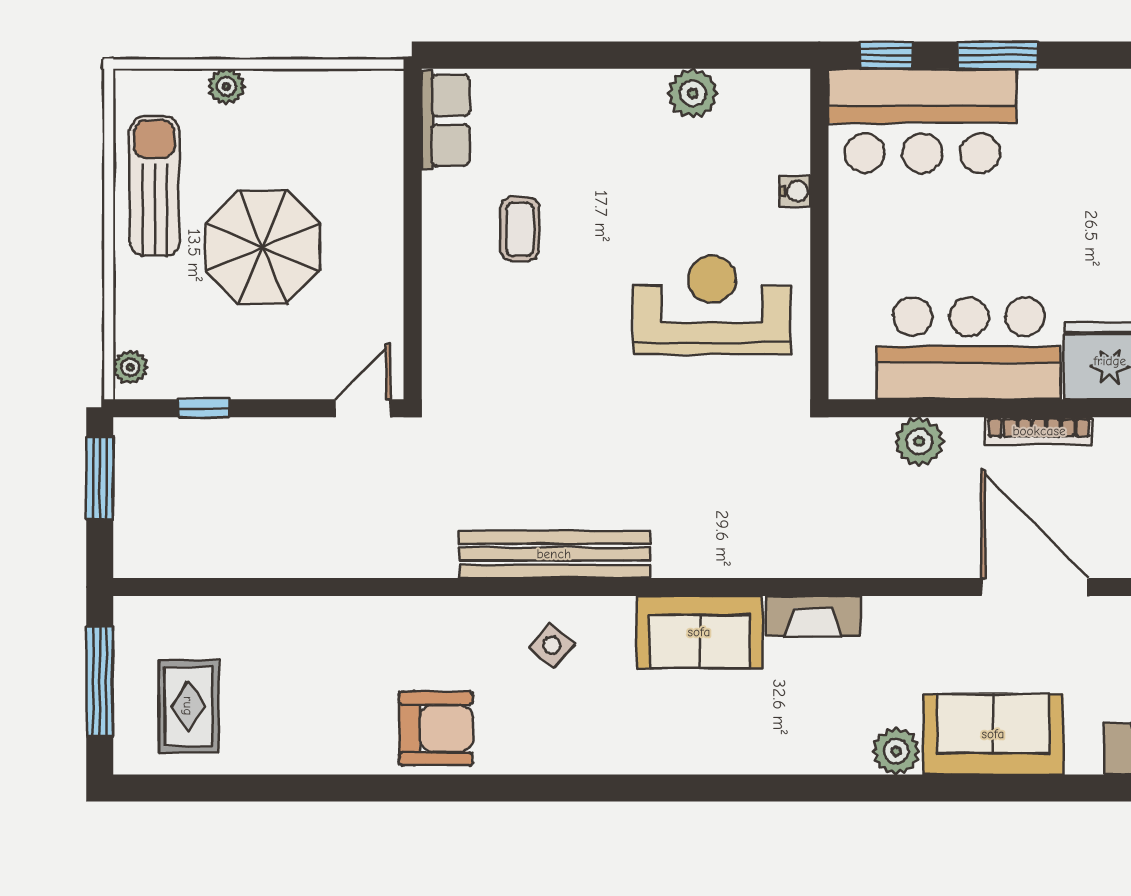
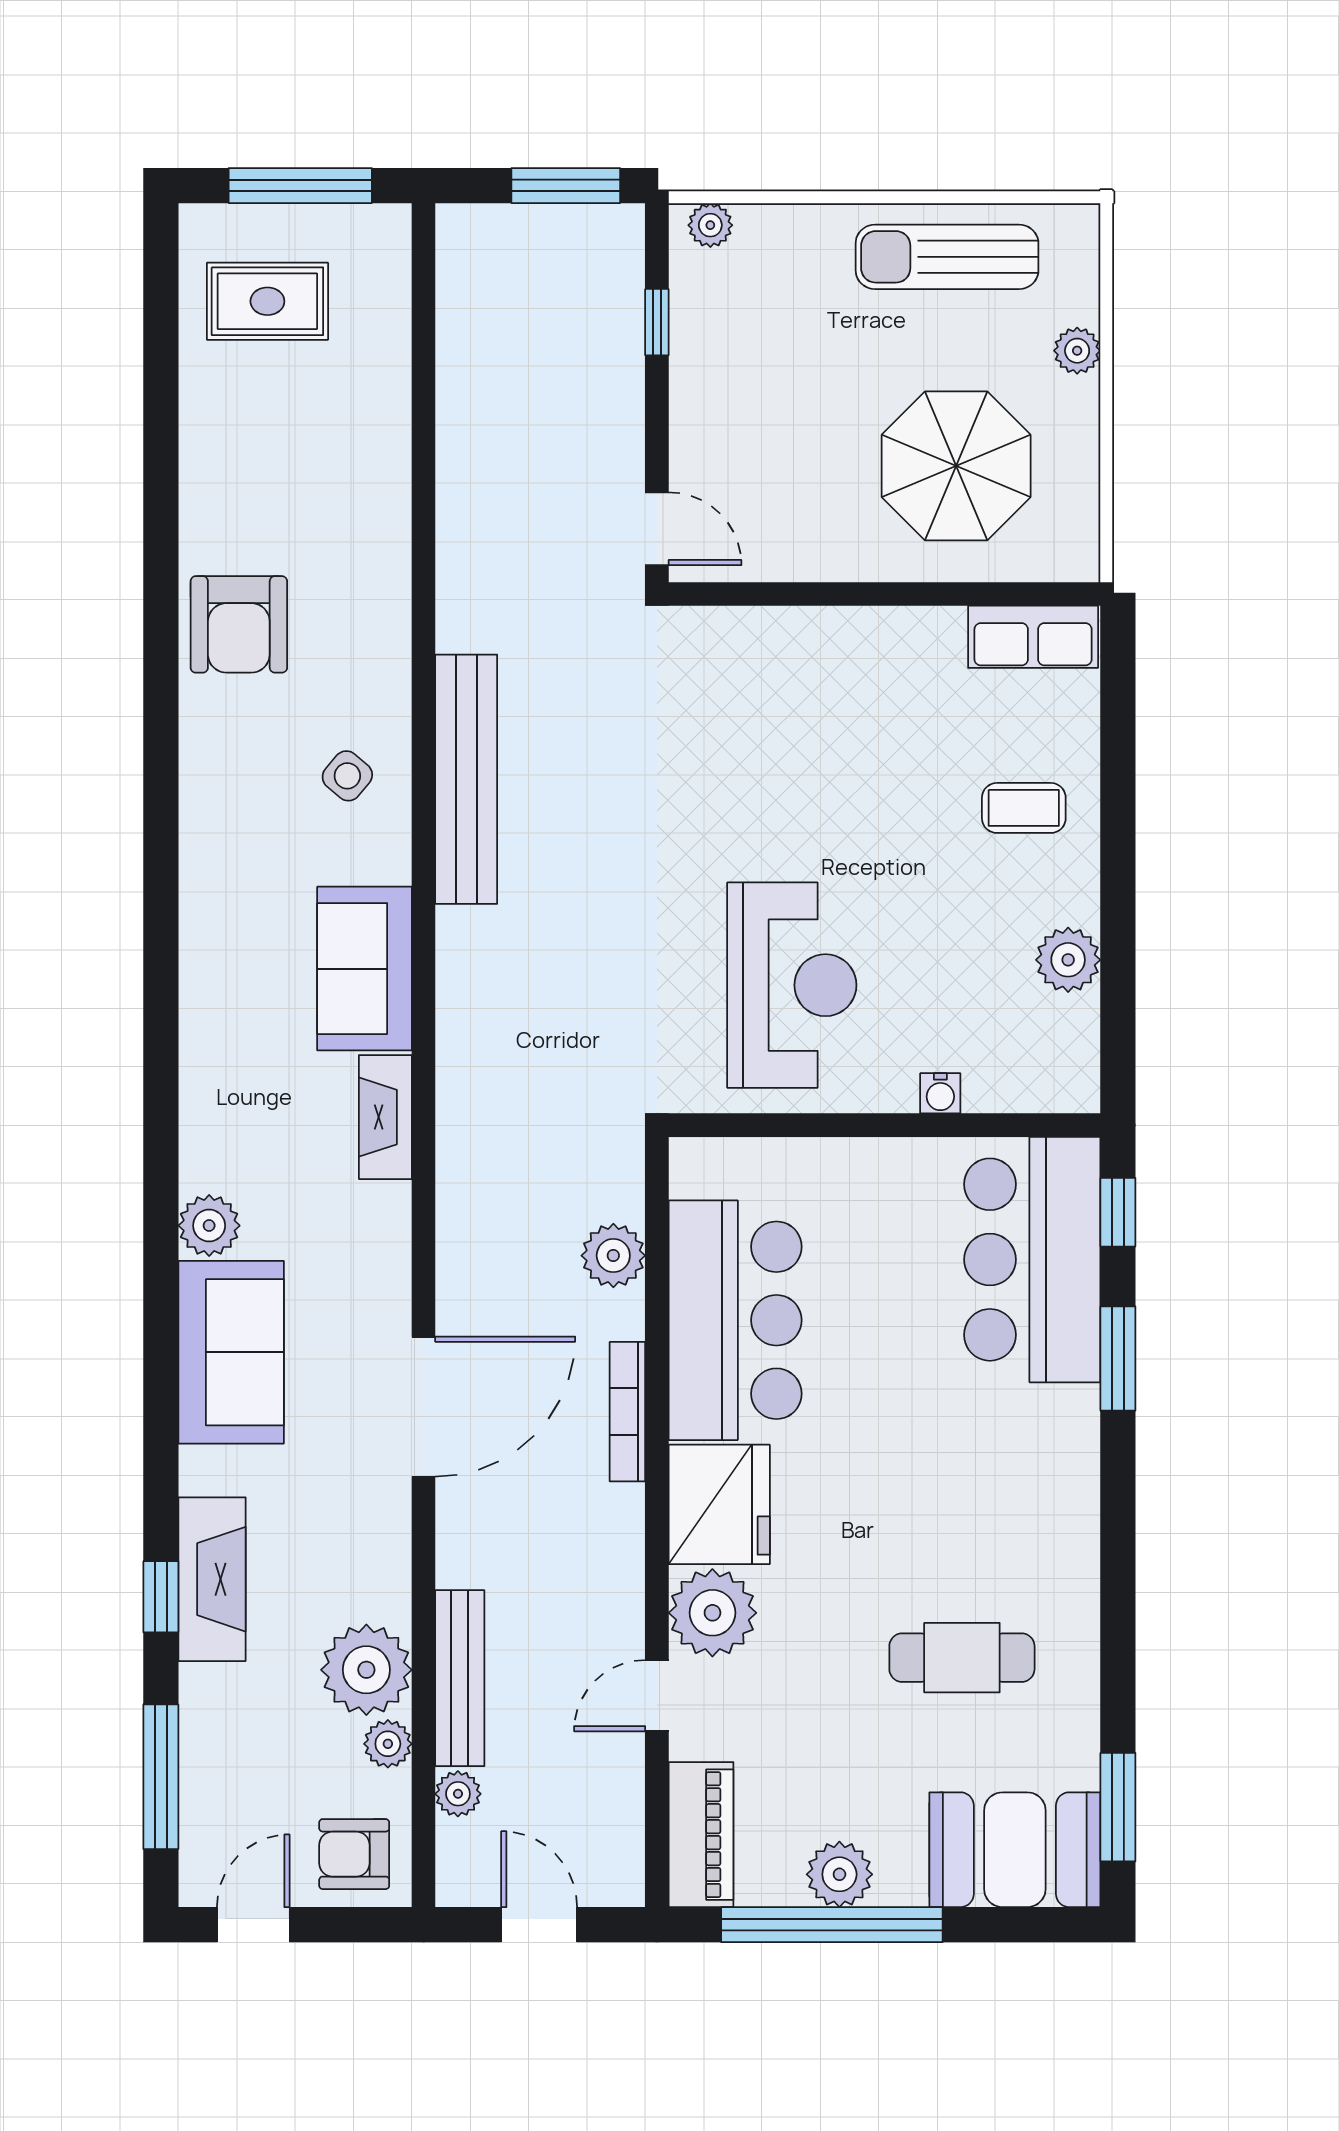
sun lounger: (154, 186) -> (947, 257), turned 180
coffee table: (520, 229) -> (1024, 808), moved
parasol: (262, 247) -> (956, 466), moved

